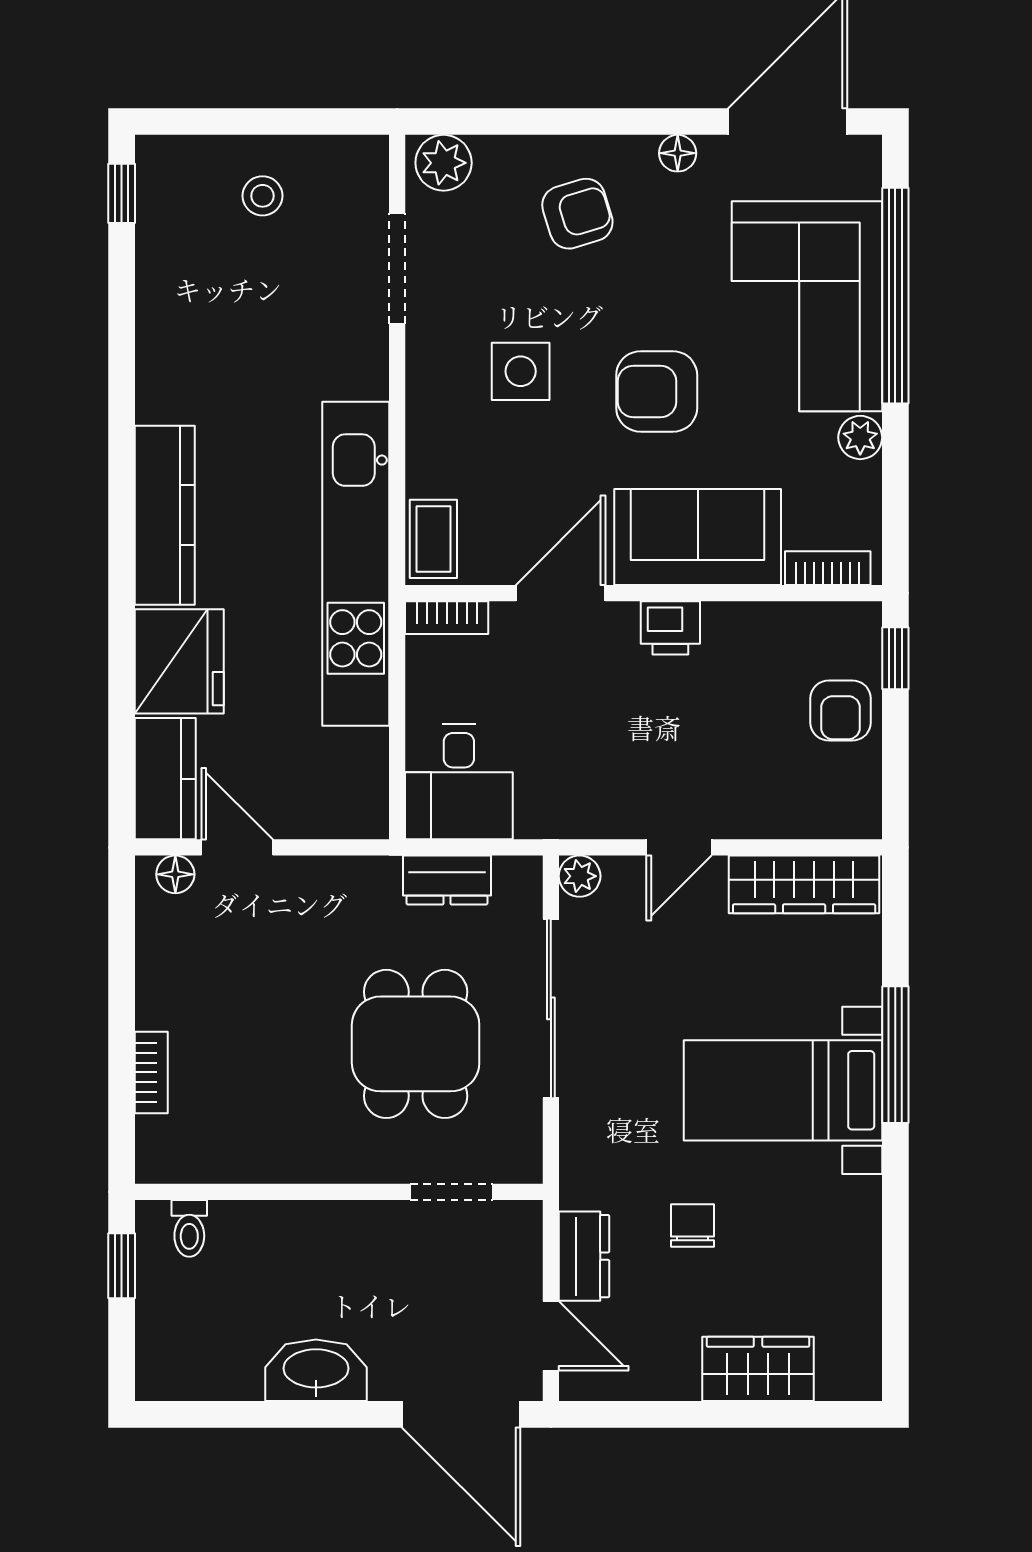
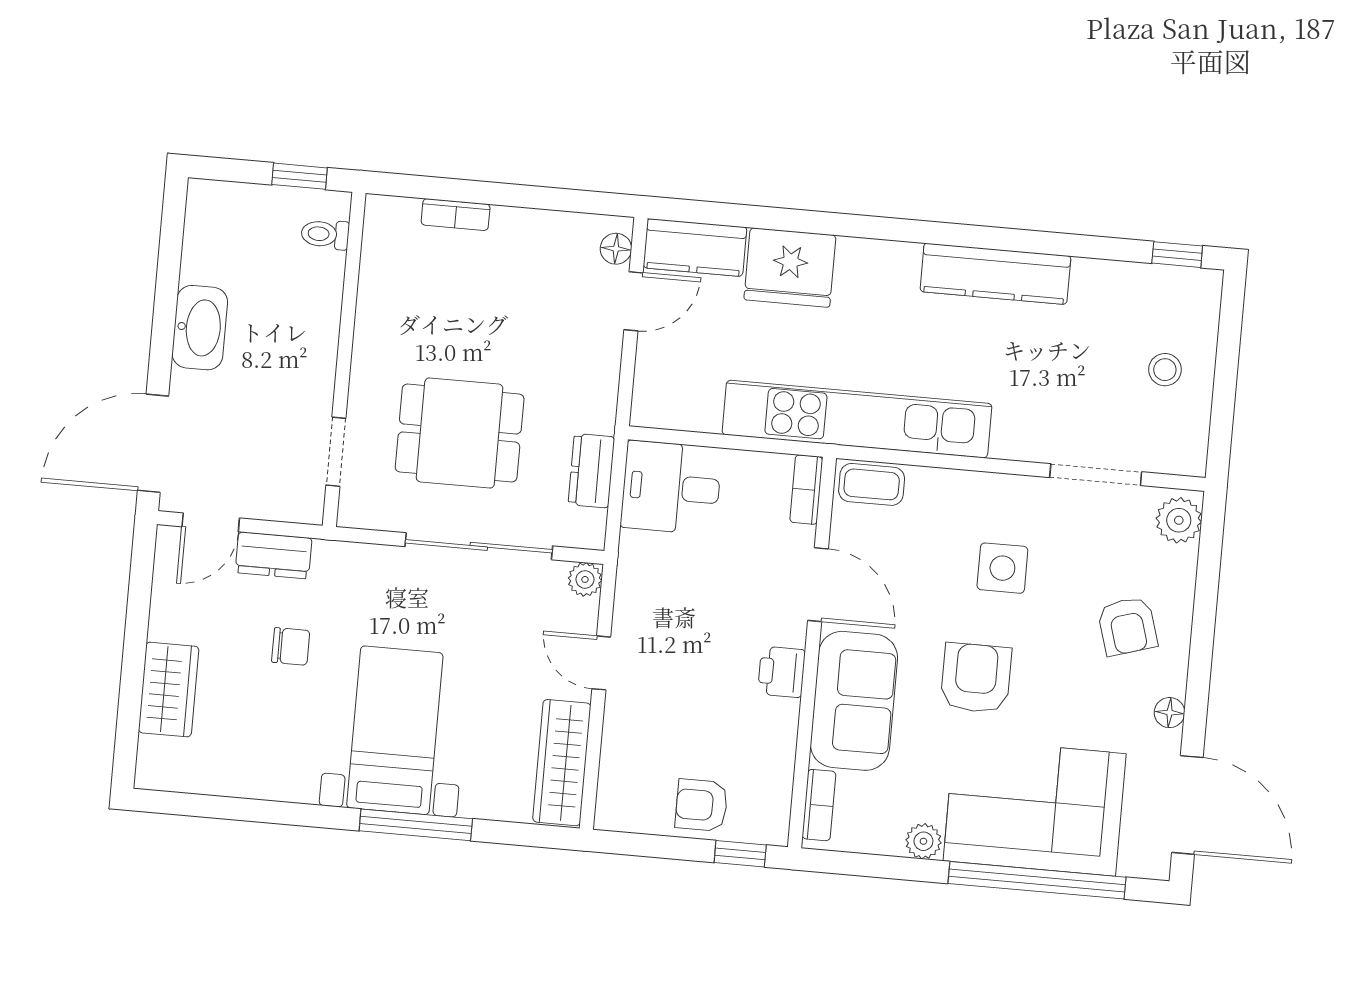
kitchen counter: (165, 515) -> (995, 274), moved

